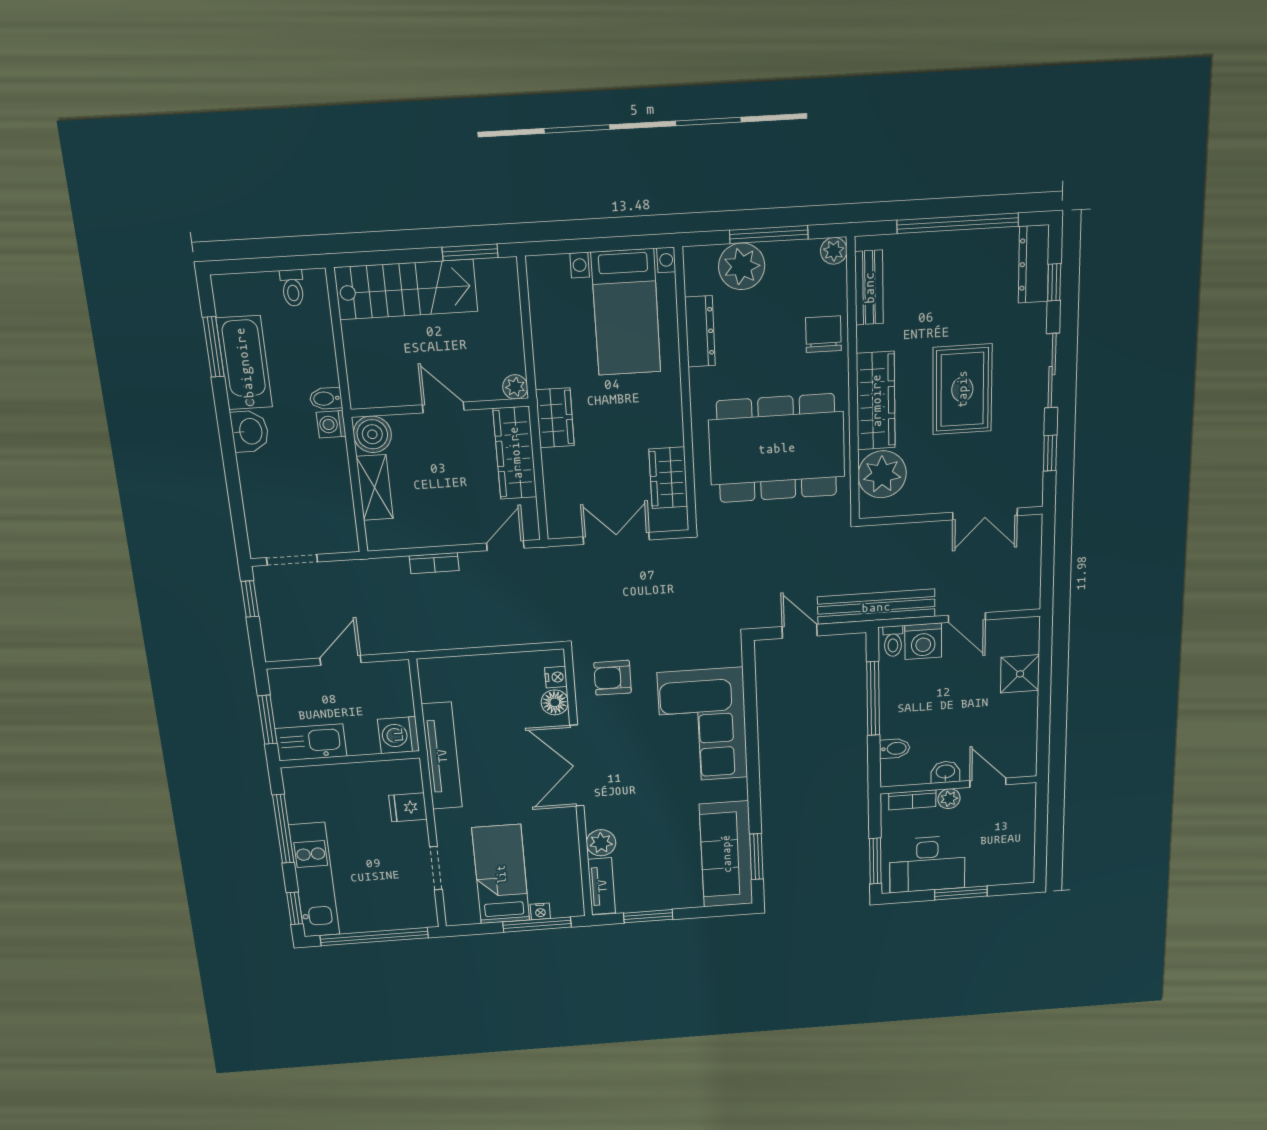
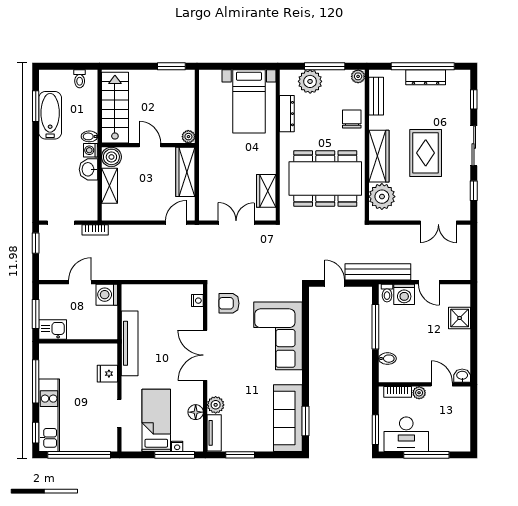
dresser: (1034, 264) -> (426, 77), moved, turned -90
stairs: (406, 289) -> (115, 108), moved, turned -90
wardrobe: (555, 418) -> (208, 154), removed
washbasin: (250, 431) -> (88, 169), moved, turned 180
bookcase: (434, 563) -> (95, 230), moved
floor lamp: (555, 702) -> (196, 412), moved
washing machine: (398, 735) -> (107, 295), moved
kitchen sink: (311, 742) -> (53, 329), width x0.73
washbasin: (945, 772) -> (462, 376), moved
window: (961, 893) -> (426, 455), width x1.44

